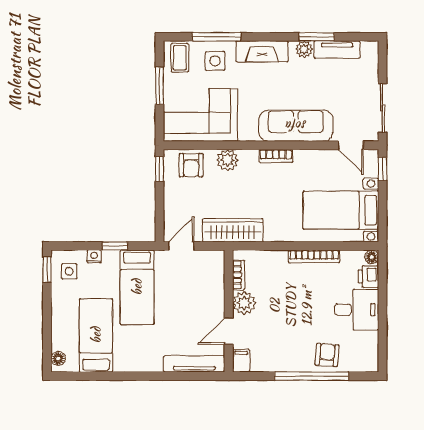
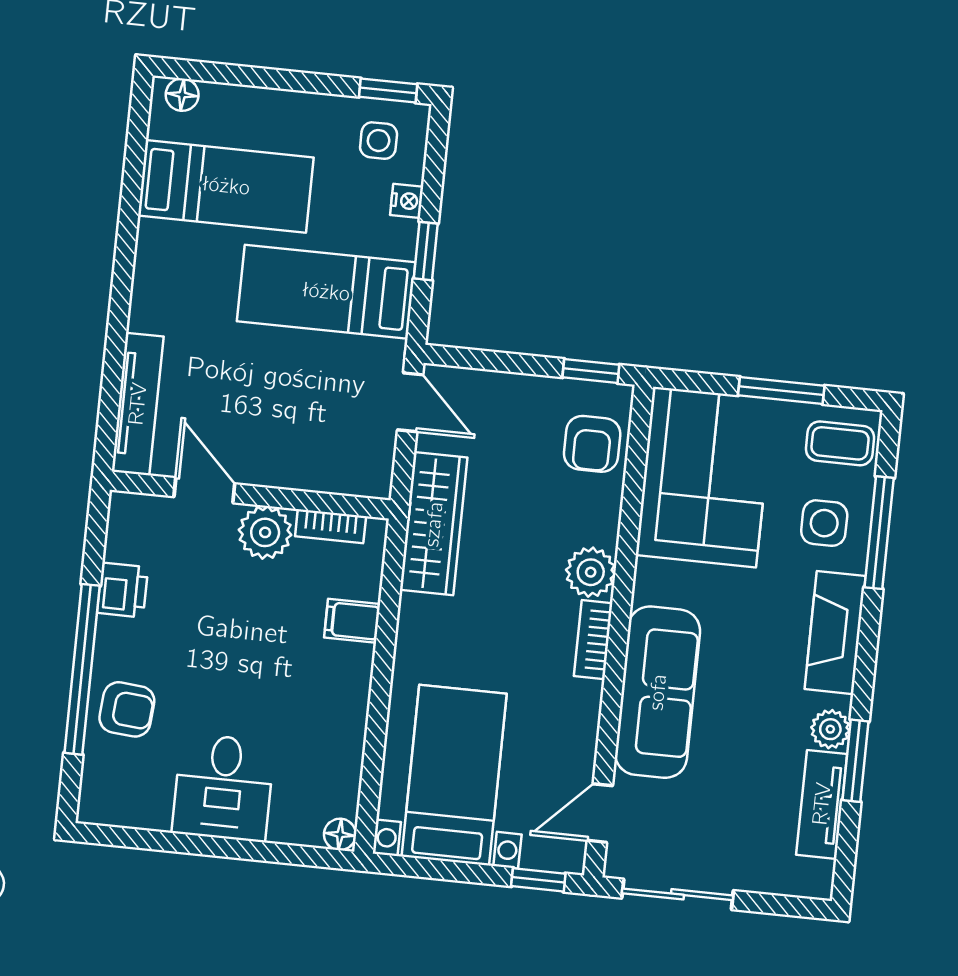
plant: (227, 160) -> (591, 572), moved
armchair: (191, 165) -> (592, 444), turned -90
bookcase: (314, 256) -> (355, 703), removed
printer: (368, 277) -> (123, 590), moved, turned 90
filing cabinet: (241, 361) -> (352, 621), moved, turned 180

